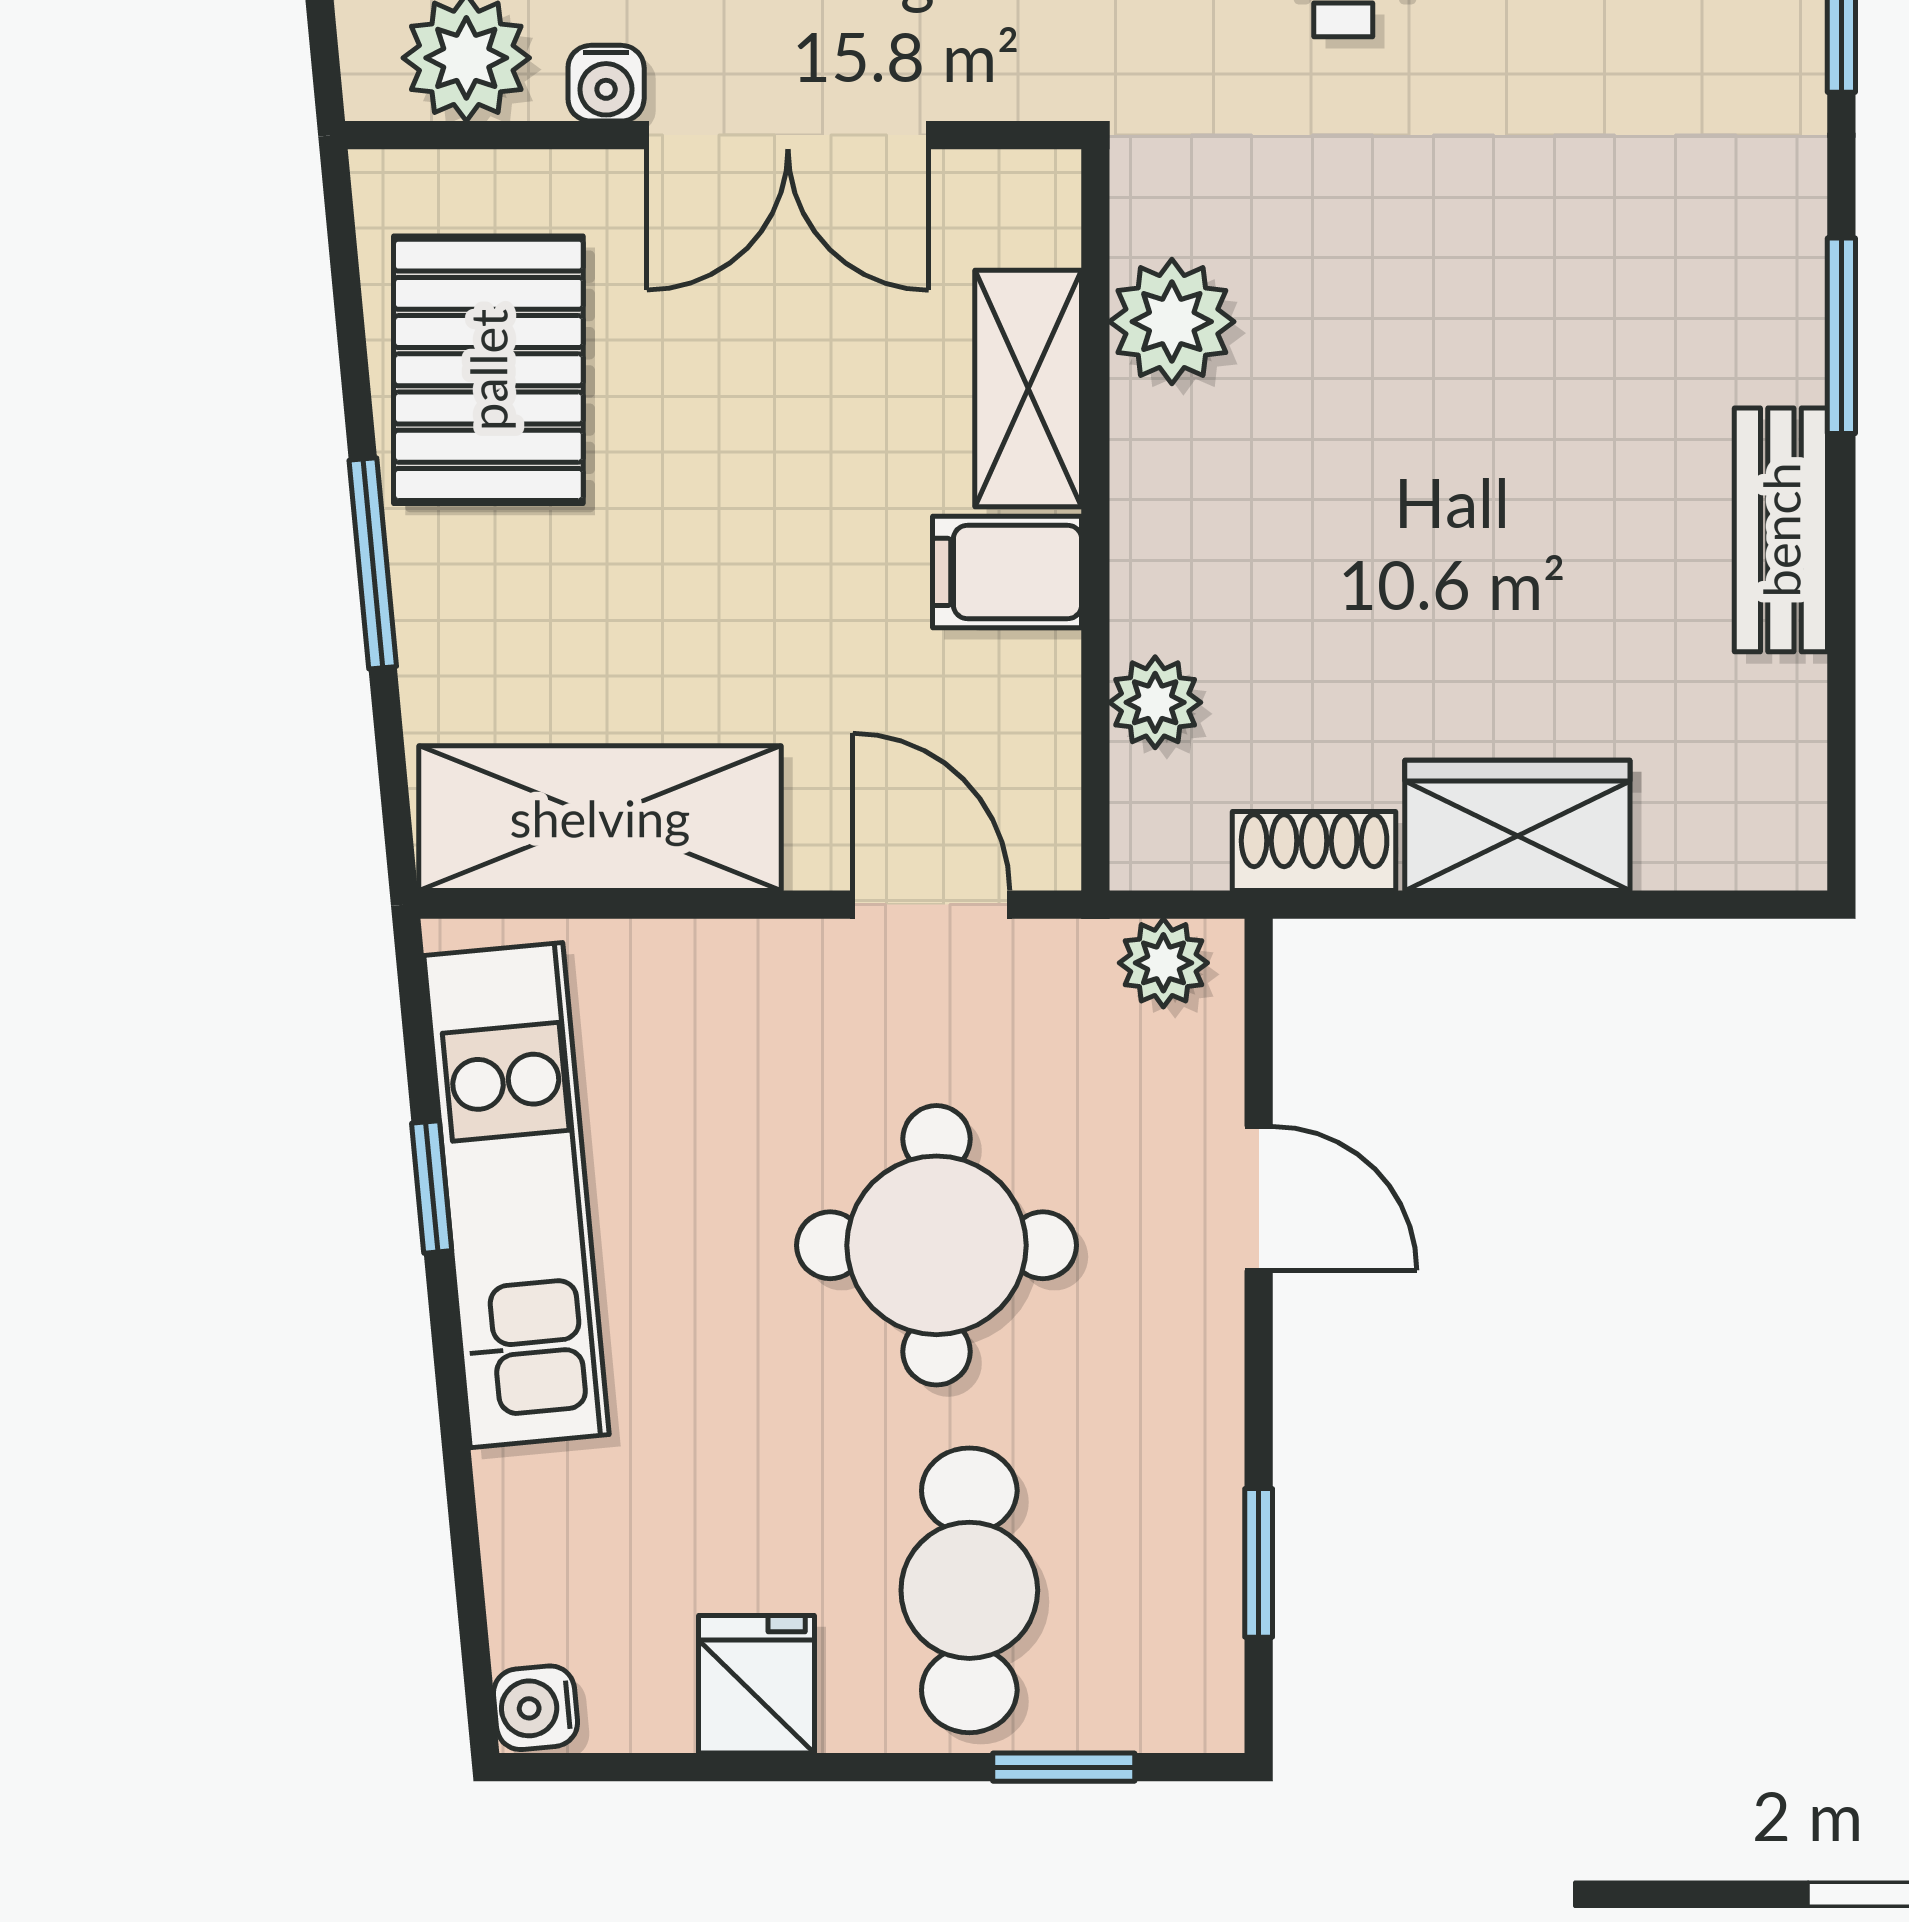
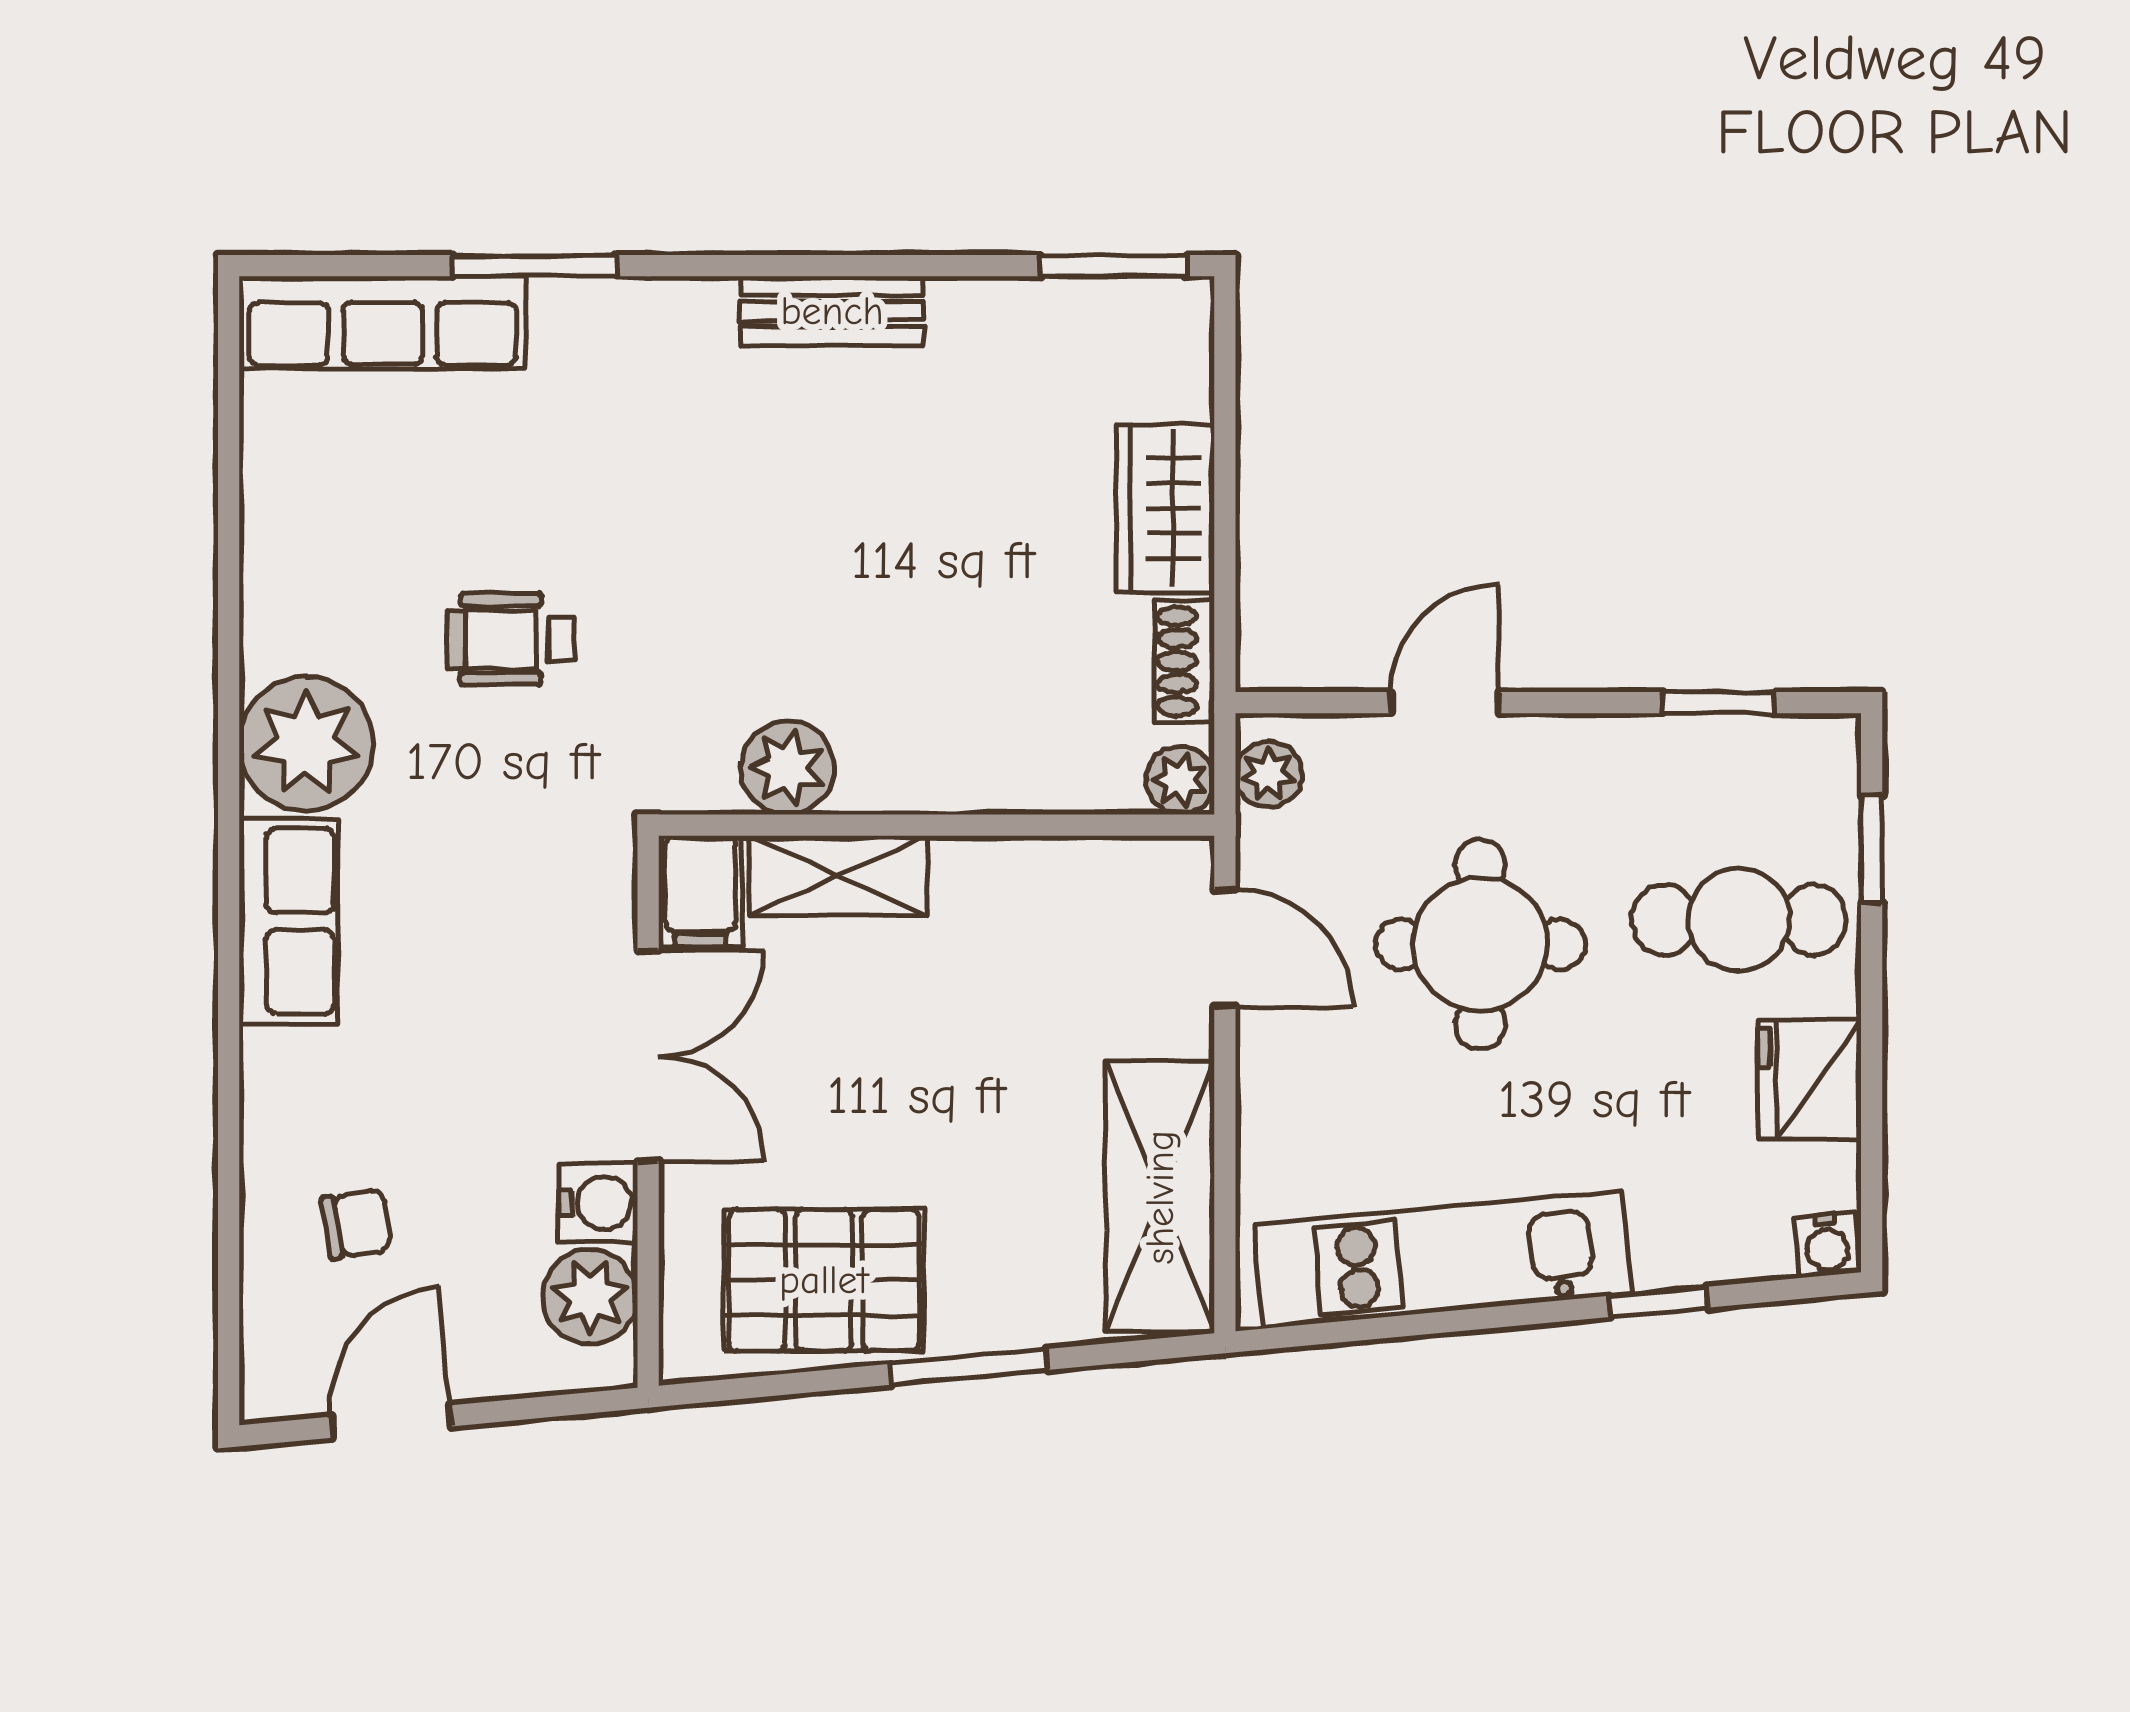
water cooler: (606, 83) -> (598, 1203), width x1.38, depth x1.38
window: (1841, 336) -> (1113, 266), moved
bench: (1781, 530) -> (832, 311), moved
filing cabinet: (1007, 572) -> (700, 891), moved
plant: (1155, 702) -> (1180, 780), moved
door: (931, 905) -> (1225, 948), swing flipped
window: (432, 1187) -> (1658, 1302), moved
fridge: (756, 1684) -> (1809, 1079), width x1.38

